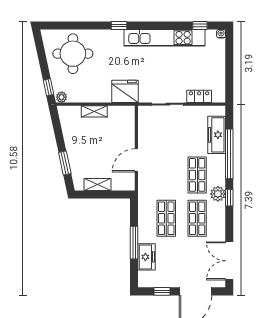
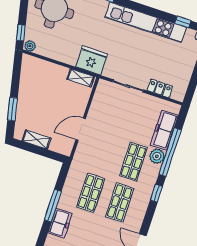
shelving: (94, 111) -> (81, 78), moved
plant: (218, 194) -> (157, 156), moved

